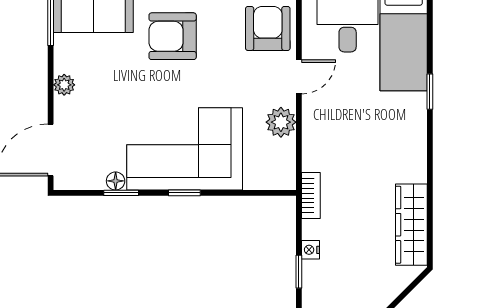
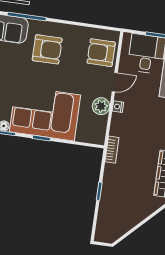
armchair: (268, 28) -> (101, 53), turned -90
armchair: (173, 36) -> (47, 49), turned 180
nightstand: (310, 250) -> (118, 107), moved

